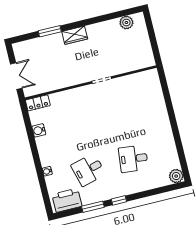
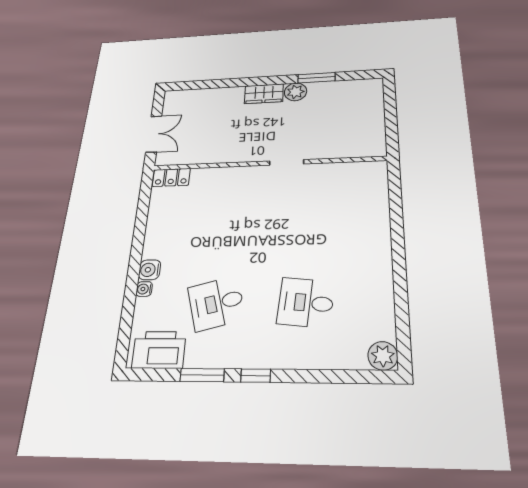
plant: (126, 22) -> (296, 92), moved
window: (50, 31) -> (316, 78), moved
water cooler: (39, 130) -> (150, 270), moved

